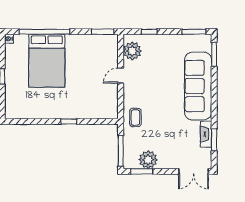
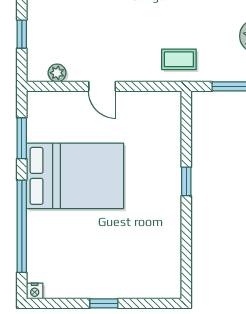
window: (103, 32) -> (22, 138), moved
plant: (132, 51) -> (57, 73), width x0.53, depth x0.53
bed: (47, 61) -> (75, 176), moved

